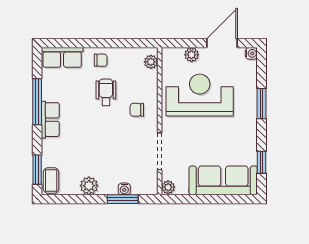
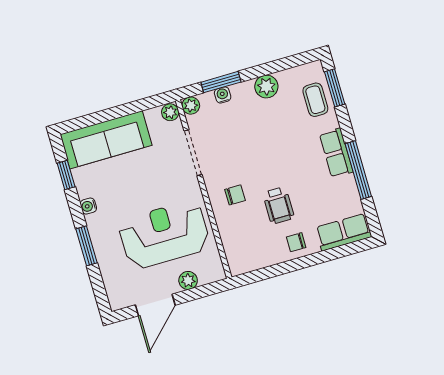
water cooler: (251, 53) -> (88, 206), moved
plant: (151, 62) -> (191, 106), moved
reception desk: (200, 95) -> (164, 235), turned 180
coffee table: (51, 180) -> (315, 100), moved

